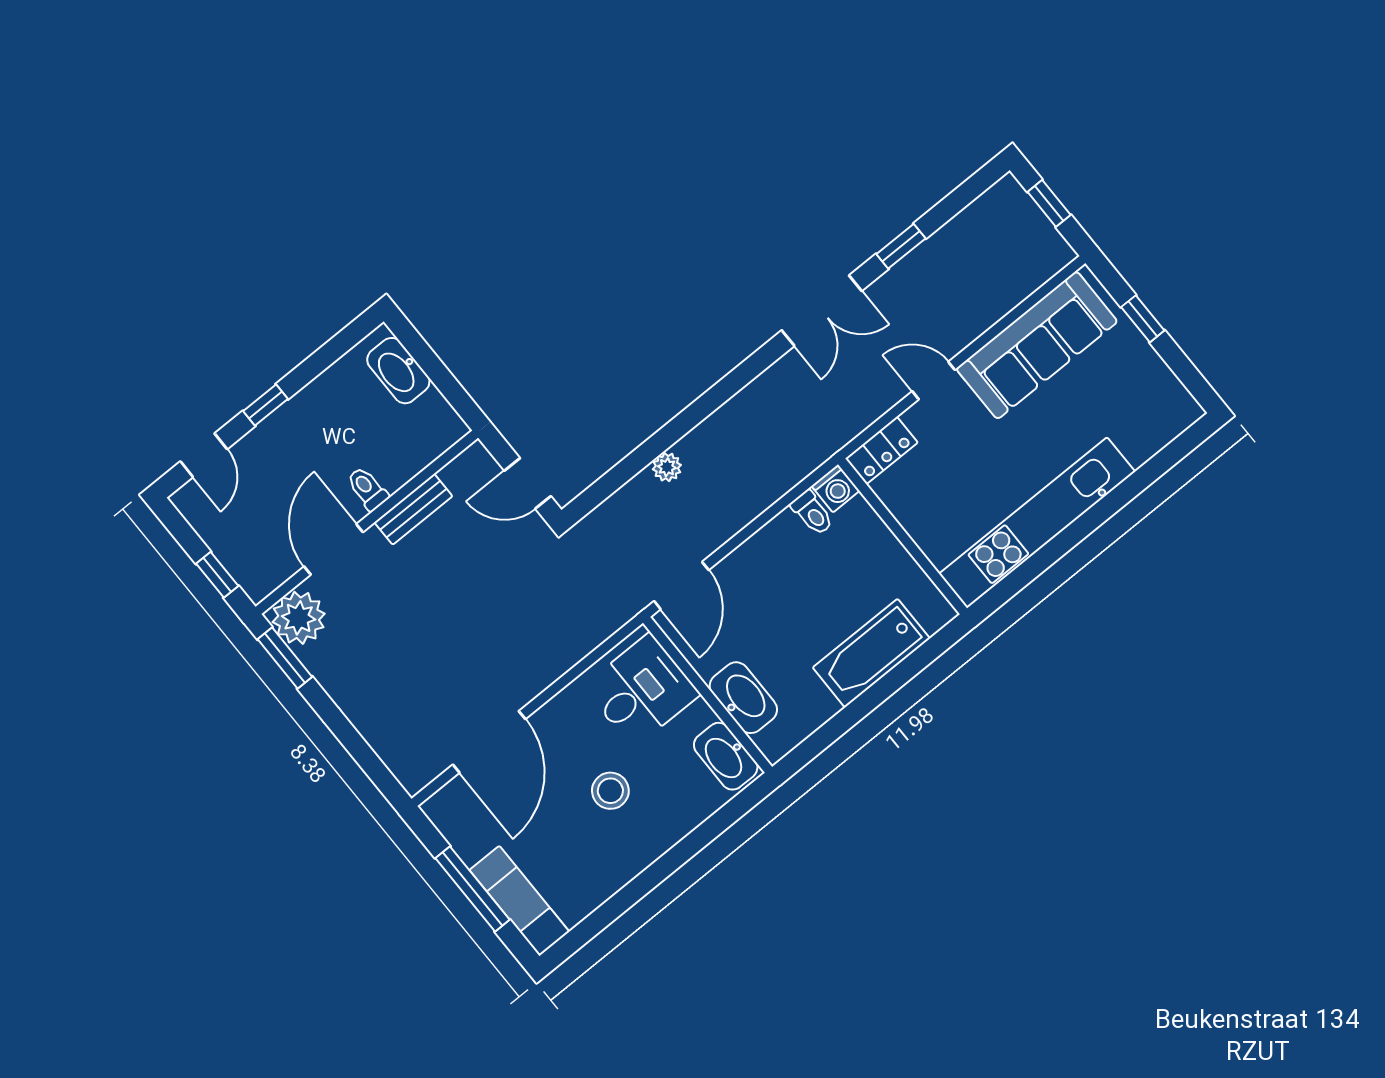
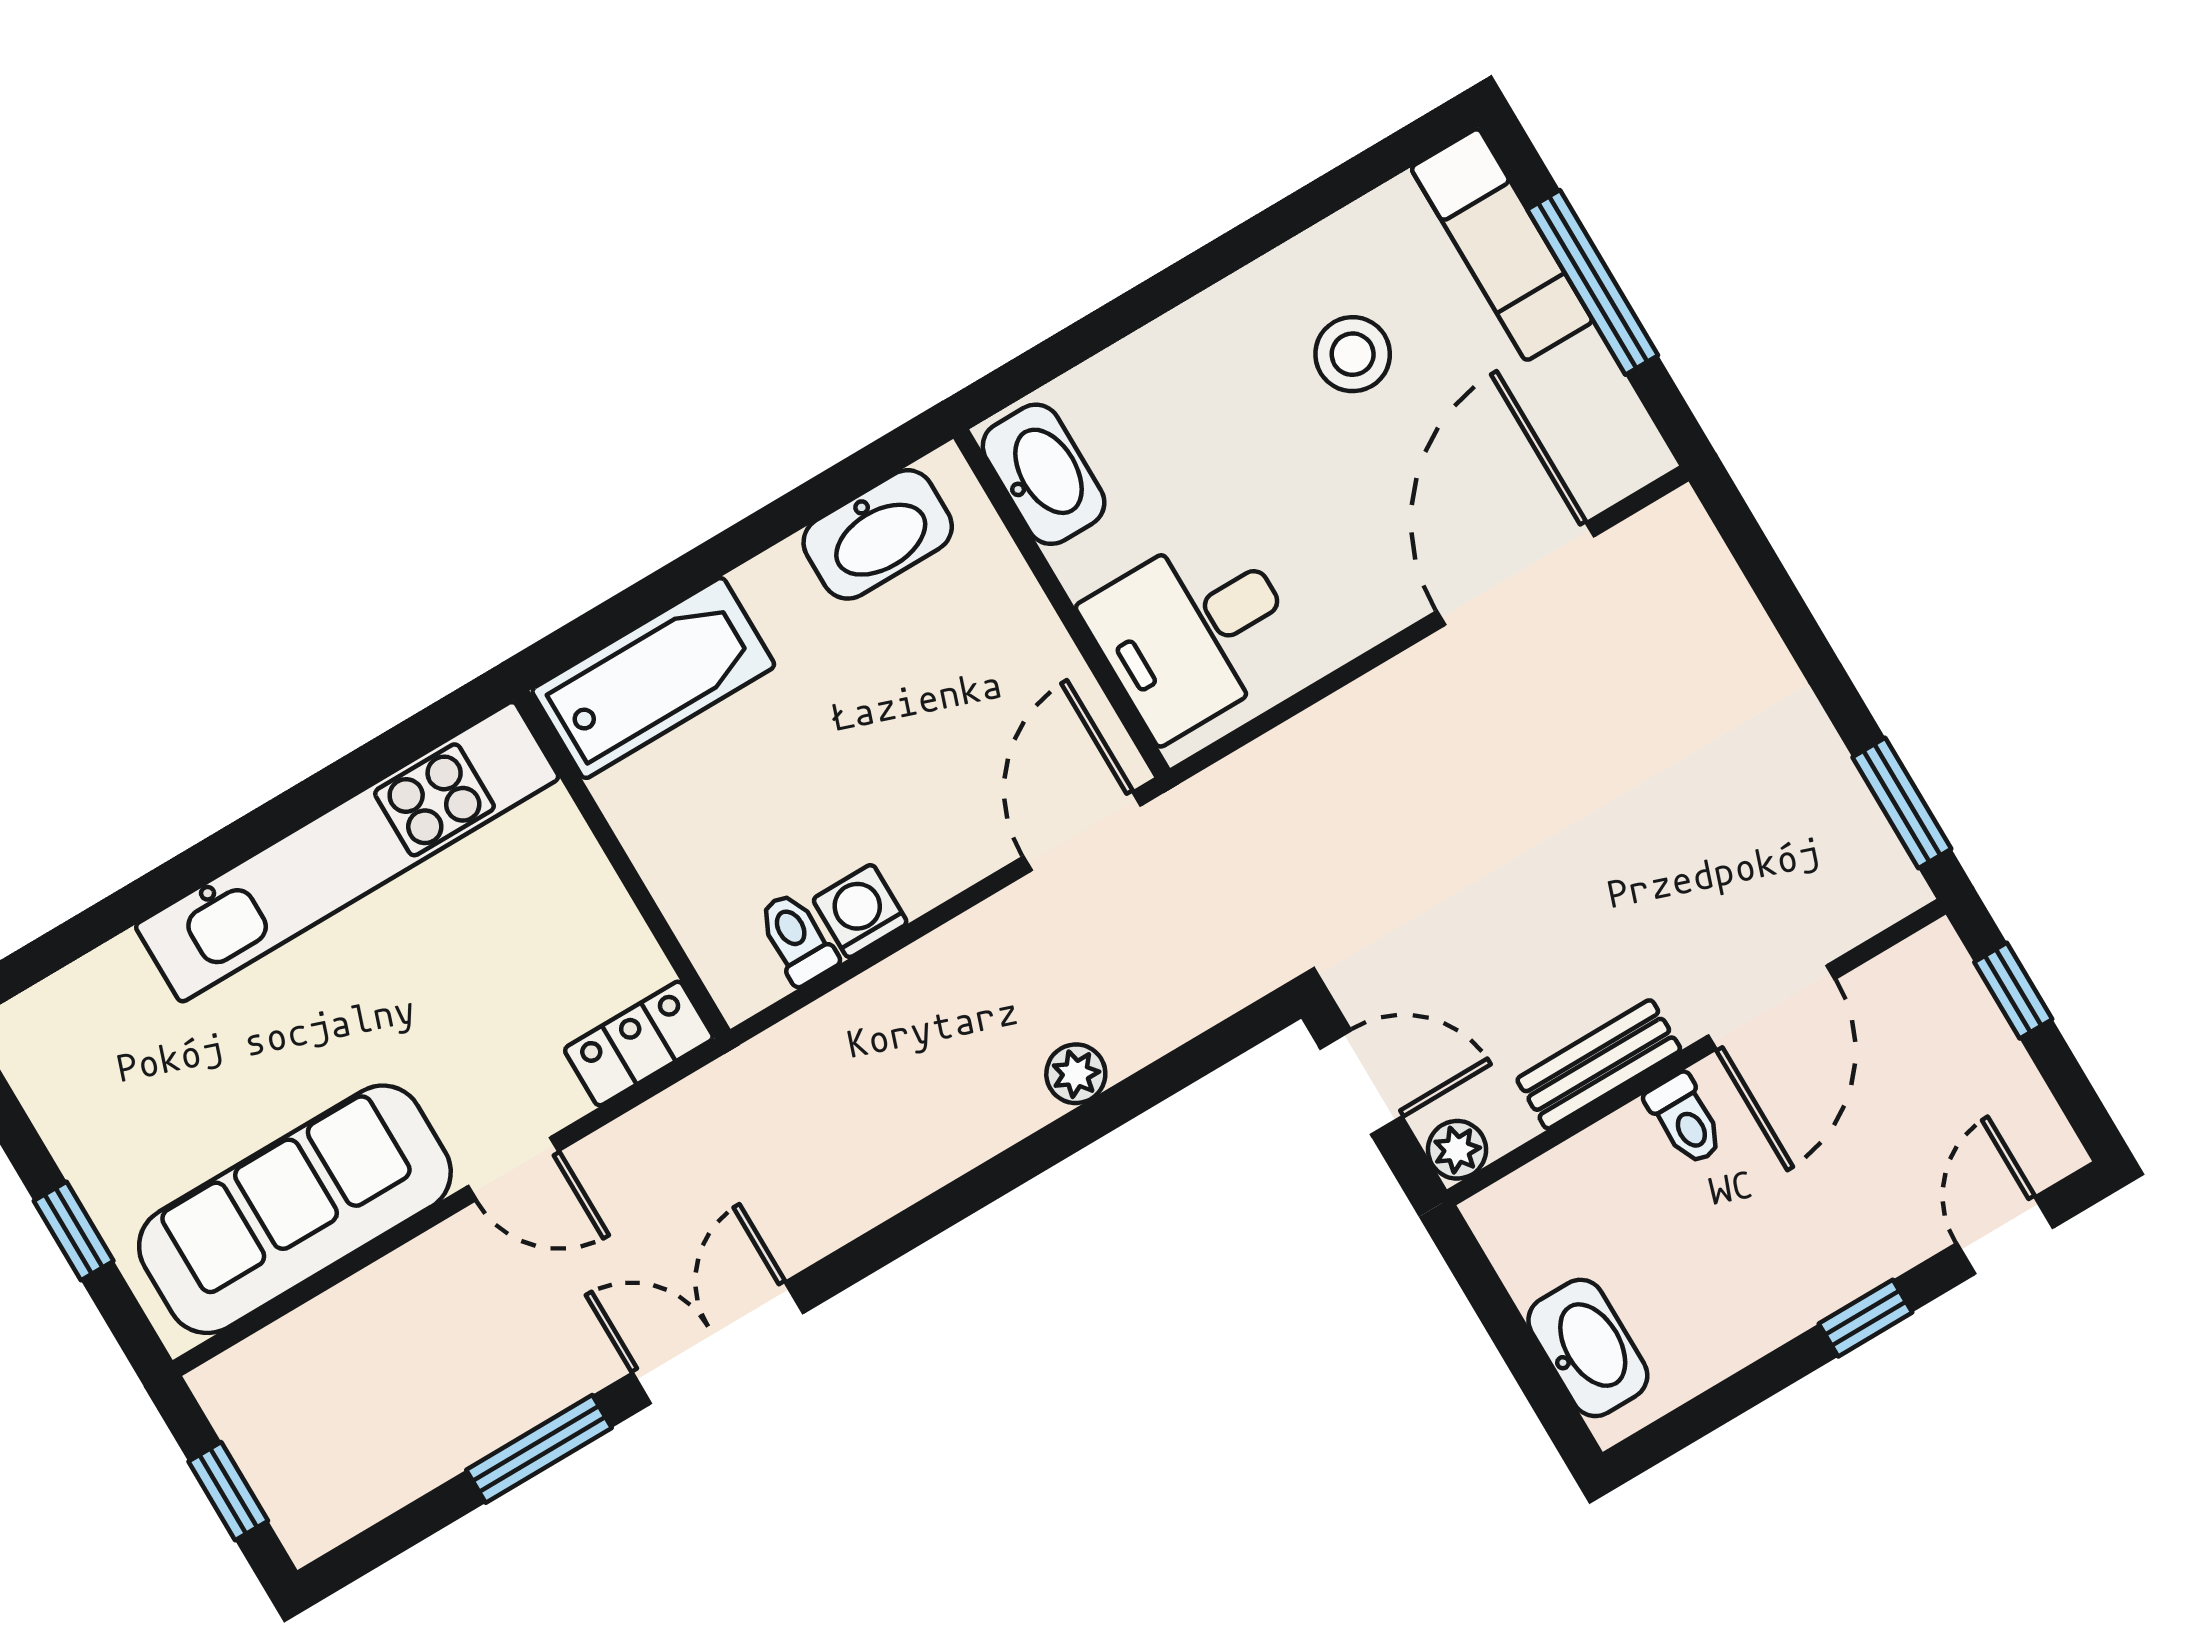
window: (901, 246) -> (539, 1449), width x1.50
washing machine: (836, 488) -> (860, 911), moved
plant: (299, 618) -> (1457, 1150), moved, width x0.53, depth x0.53
bathtub: (871, 653) -> (653, 678), moved
washbasin: (743, 698) -> (878, 534), moved, turned -90
stool: (610, 791) -> (1353, 354), moved

